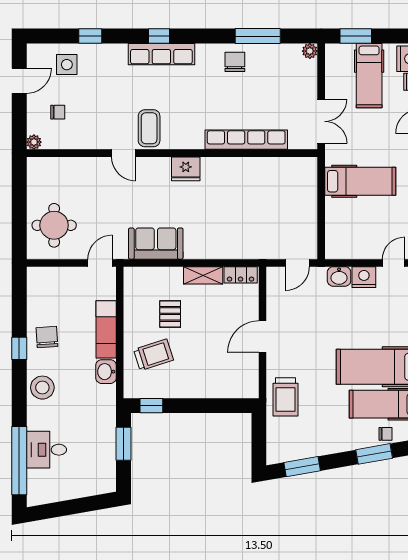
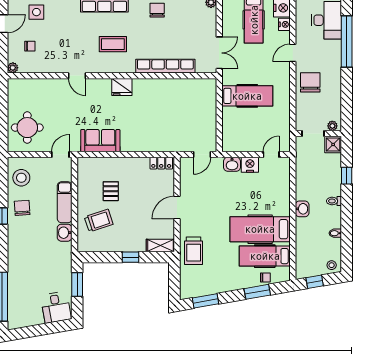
coffee table: (149, 128) -> (113, 44), moved, turned 90
shelving: (203, 275) -> (160, 246), moved
stool: (42, 388) -> (21, 178), moved
window: (151, 406) -> (131, 257), moved
desk: (46, 450) -> (56, 307), moved, turned -100

